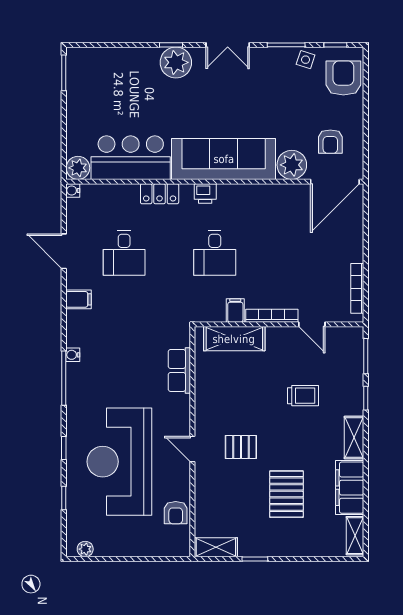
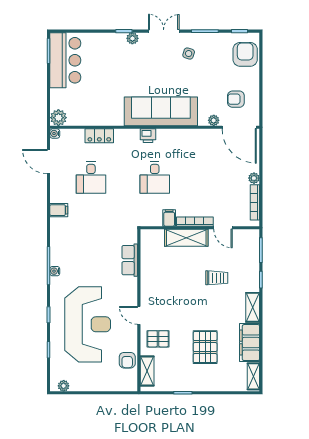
double door: (228, 45) -> (164, 31), swing flipped
side table: (306, 60) -> (189, 54), moved
plant: (176, 62) -> (132, 38), width x0.53, depth x0.53
armchair: (330, 142) -> (236, 99), turned 90
bar counter: (131, 158) -> (65, 60), moved, turned 90
plant: (292, 165) -> (214, 120), width x0.53, depth x0.53
door: (335, 182) -> (239, 127), hinge flipped
locker: (160, 194) -> (99, 136), moved
door: (64, 251) -> (48, 162), moved
plant: (356, 254) -> (254, 178), added
shelving: (234, 339) -> (186, 238), moved
water cooler: (73, 355) -> (55, 271), moved
pallet: (241, 447) -> (158, 339), moved
reception desk: (119, 462) -> (88, 324), turned 180
shelving: (216, 547) -> (147, 371), moved, turned 90

